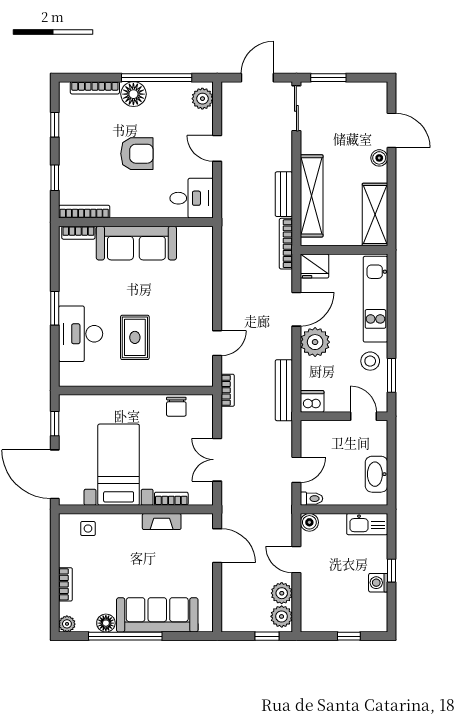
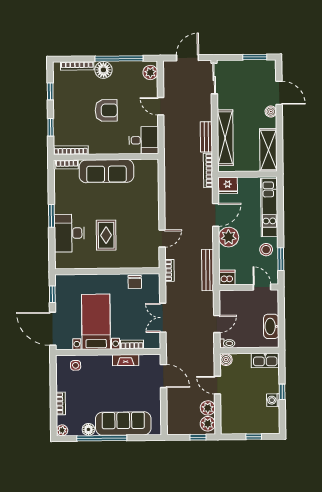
window: (328, 78) -> (255, 57), moved

